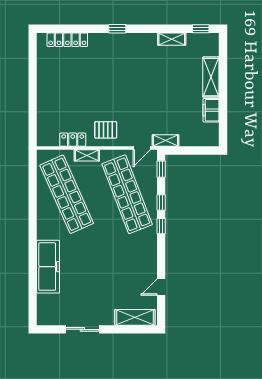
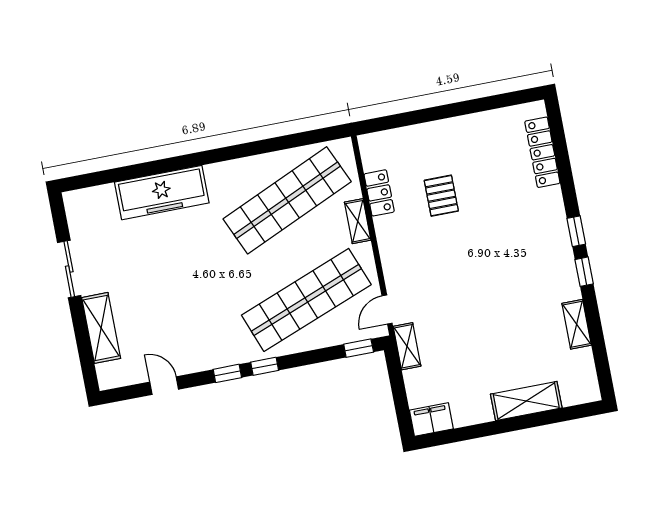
window: (201, 29) -> (584, 272), moved
filing cabinet: (211, 110) -> (431, 420), moved
pallet: (106, 130) -> (441, 196), moved
door: (142, 148) -> (387, 309), hinge flipped
window: (161, 203) -> (227, 373), moved
shelving: (135, 317) -> (101, 328), moved

